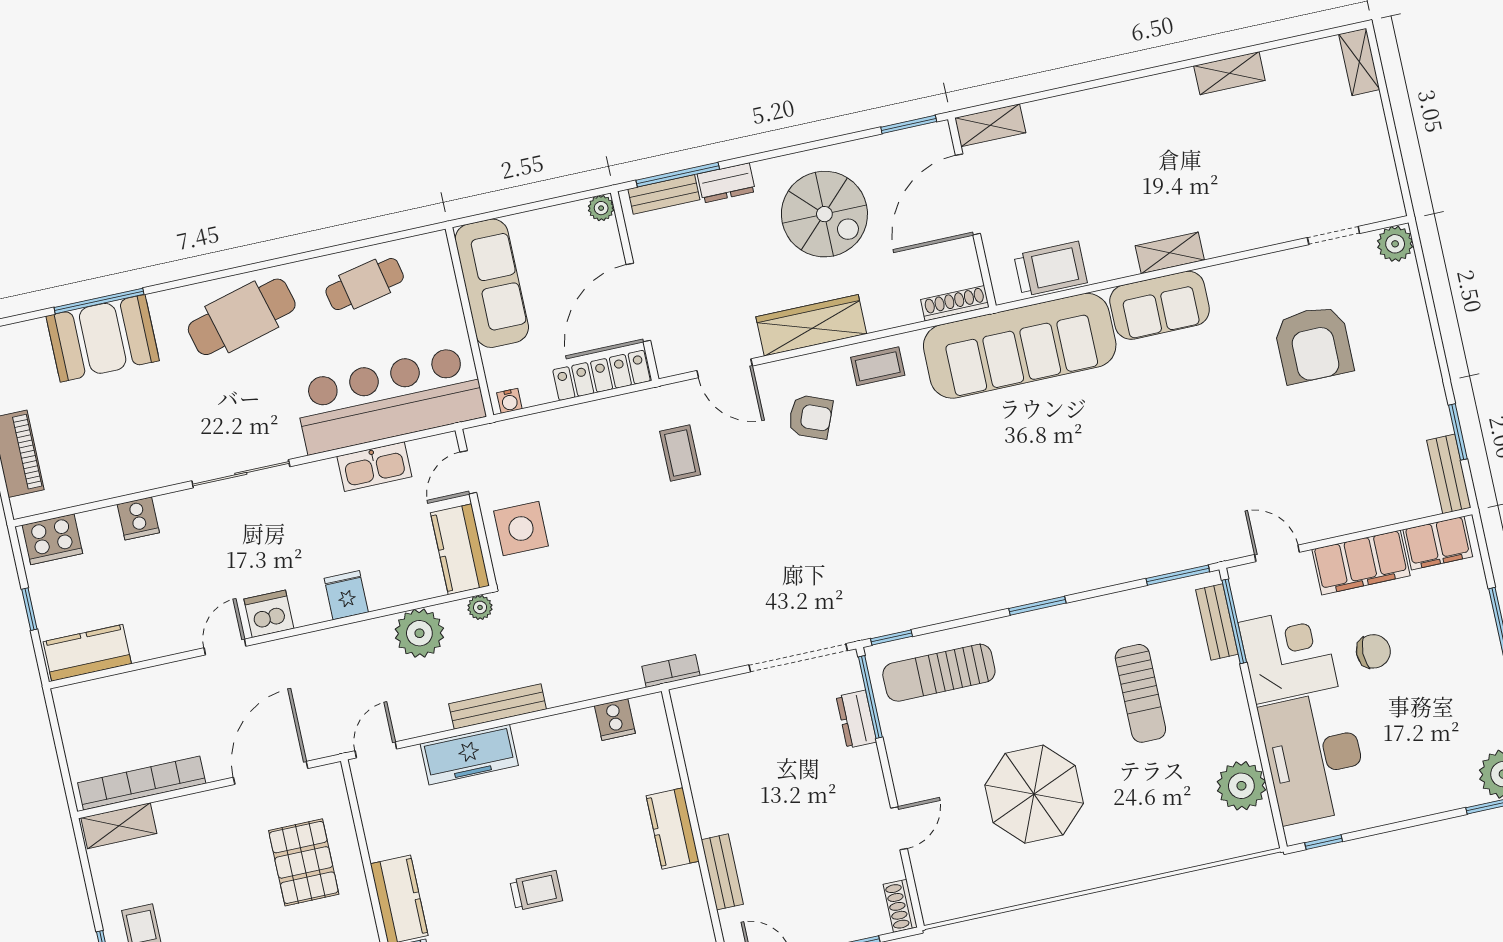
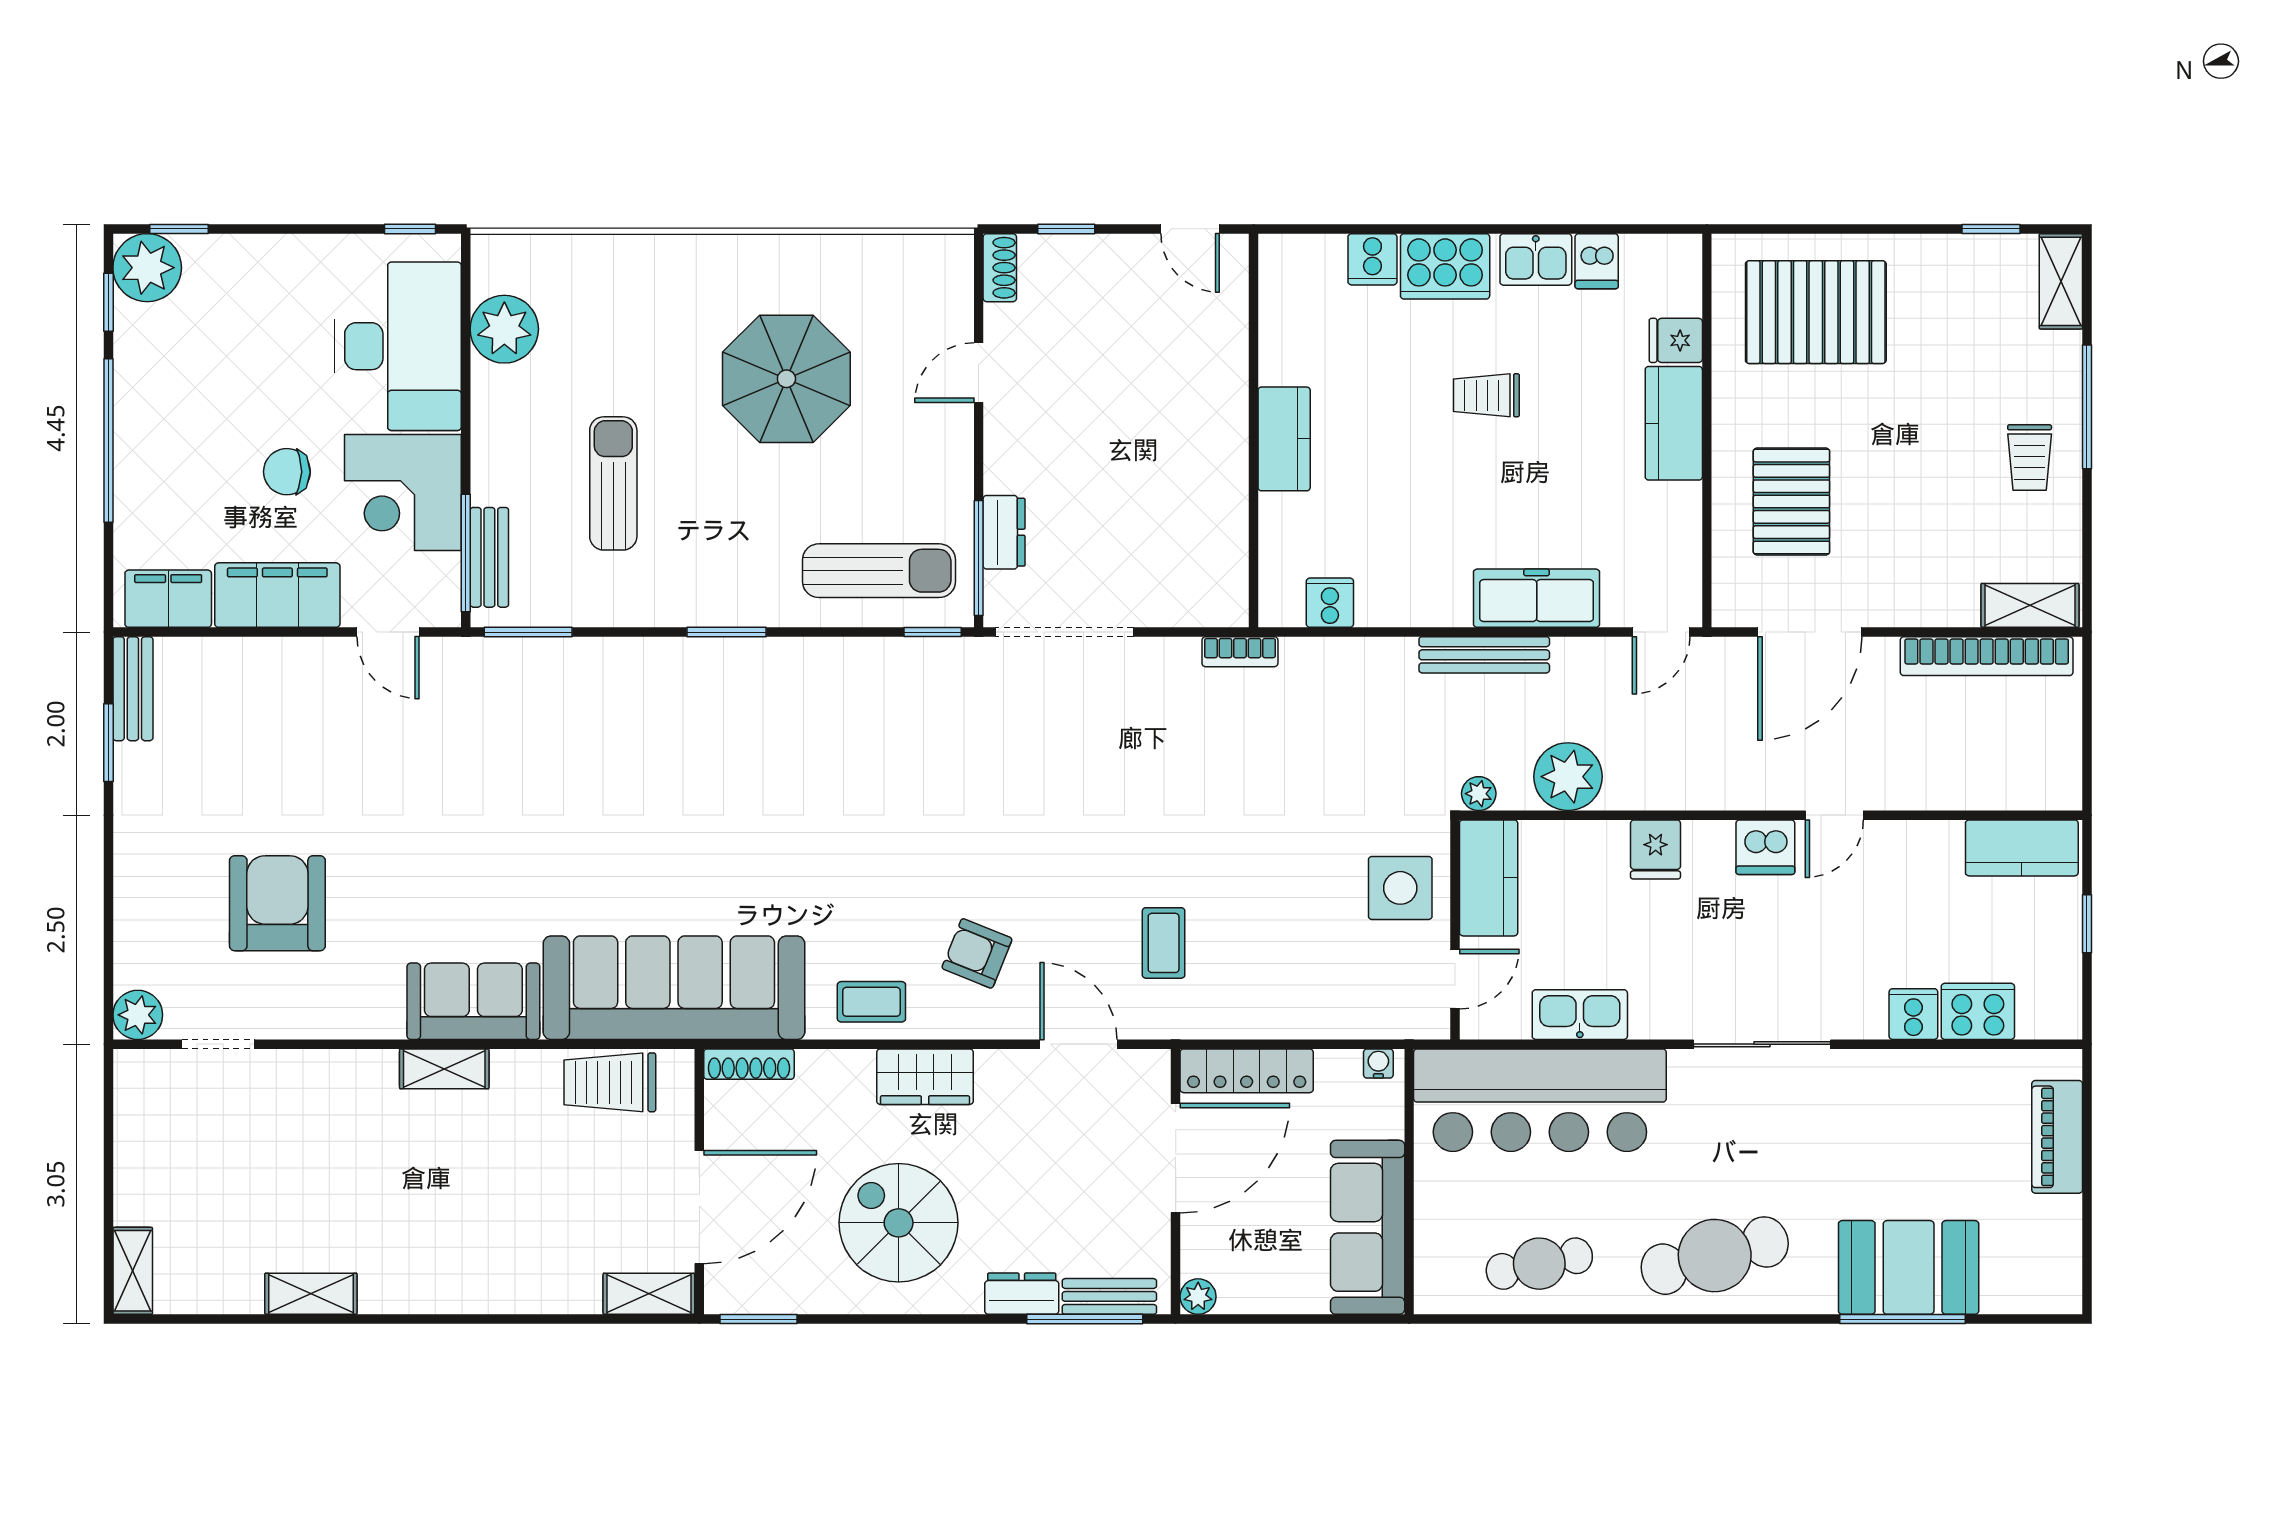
wardrobe: (811, 325) -> (925, 1077), width x0.67
cooker: (52, 539) -> (1978, 1011), moved
bench: (722, 872) -> (1230, 366), removed

